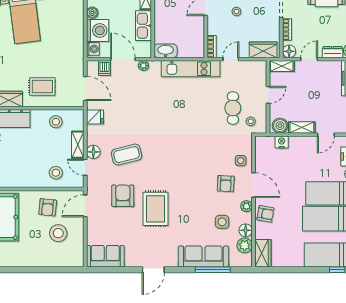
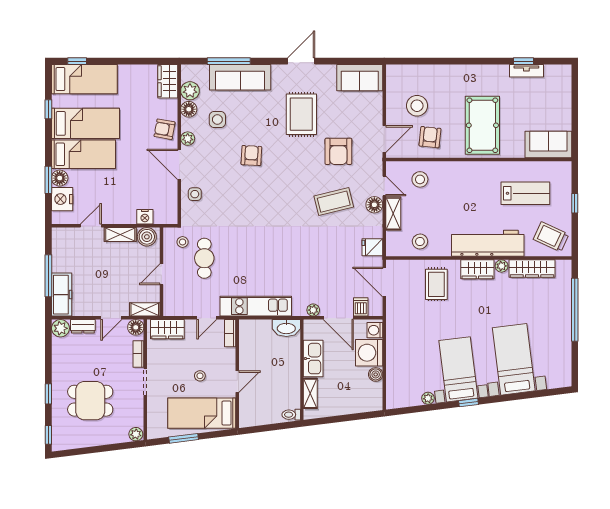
rug: (42, 87) -> (436, 284), turned 90
armchair: (226, 184) -> (251, 156), moved
rug: (156, 209) -> (301, 114), moved

